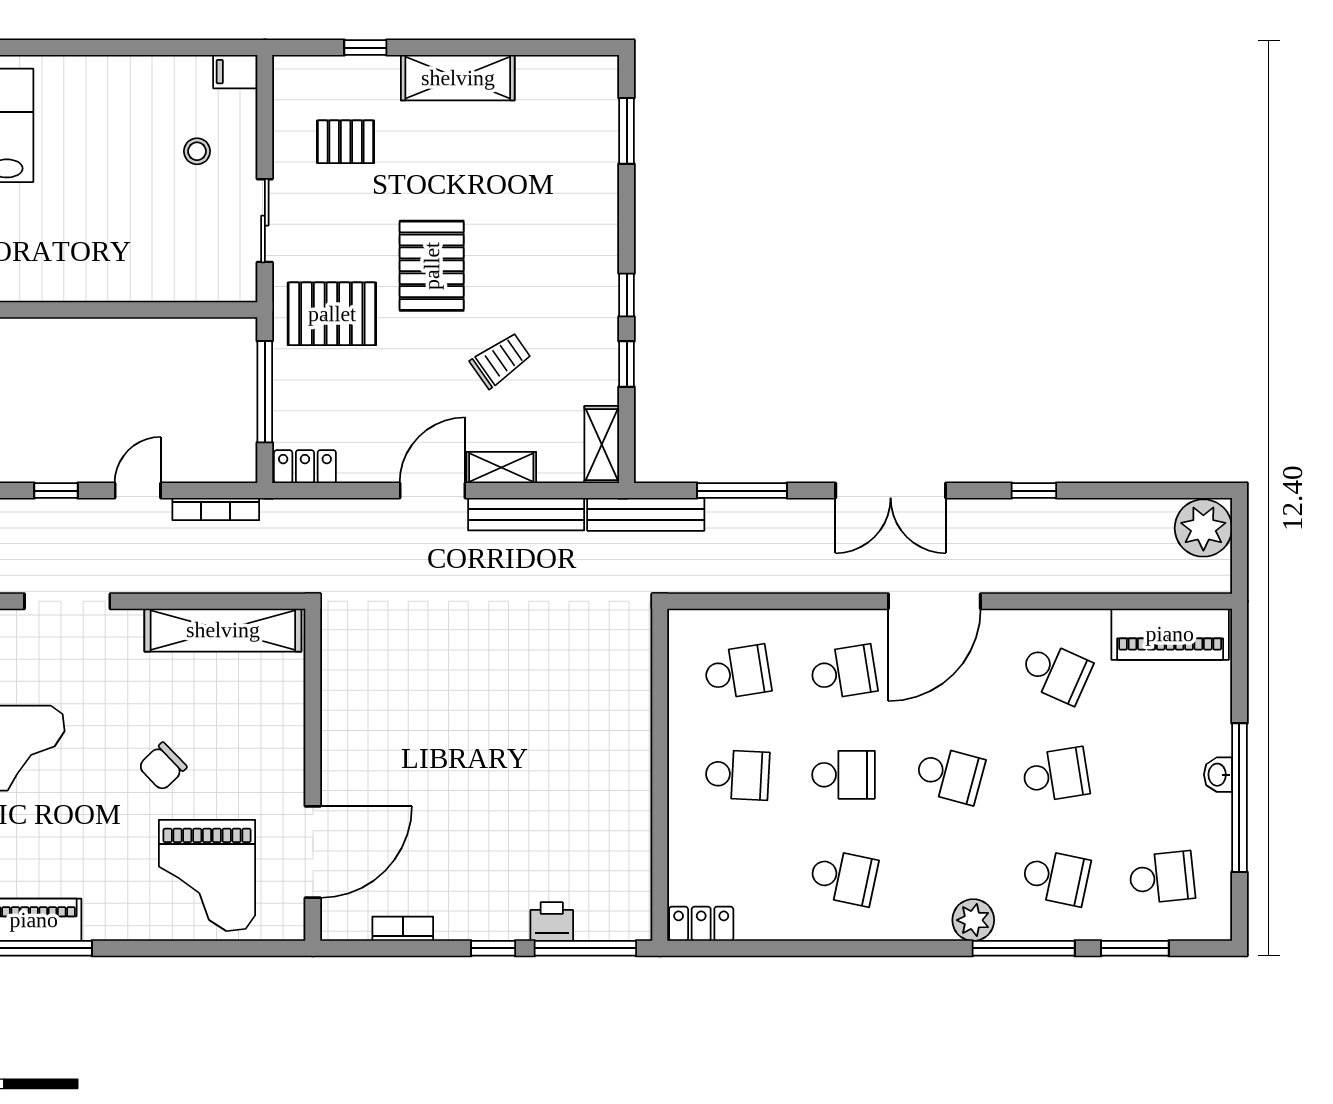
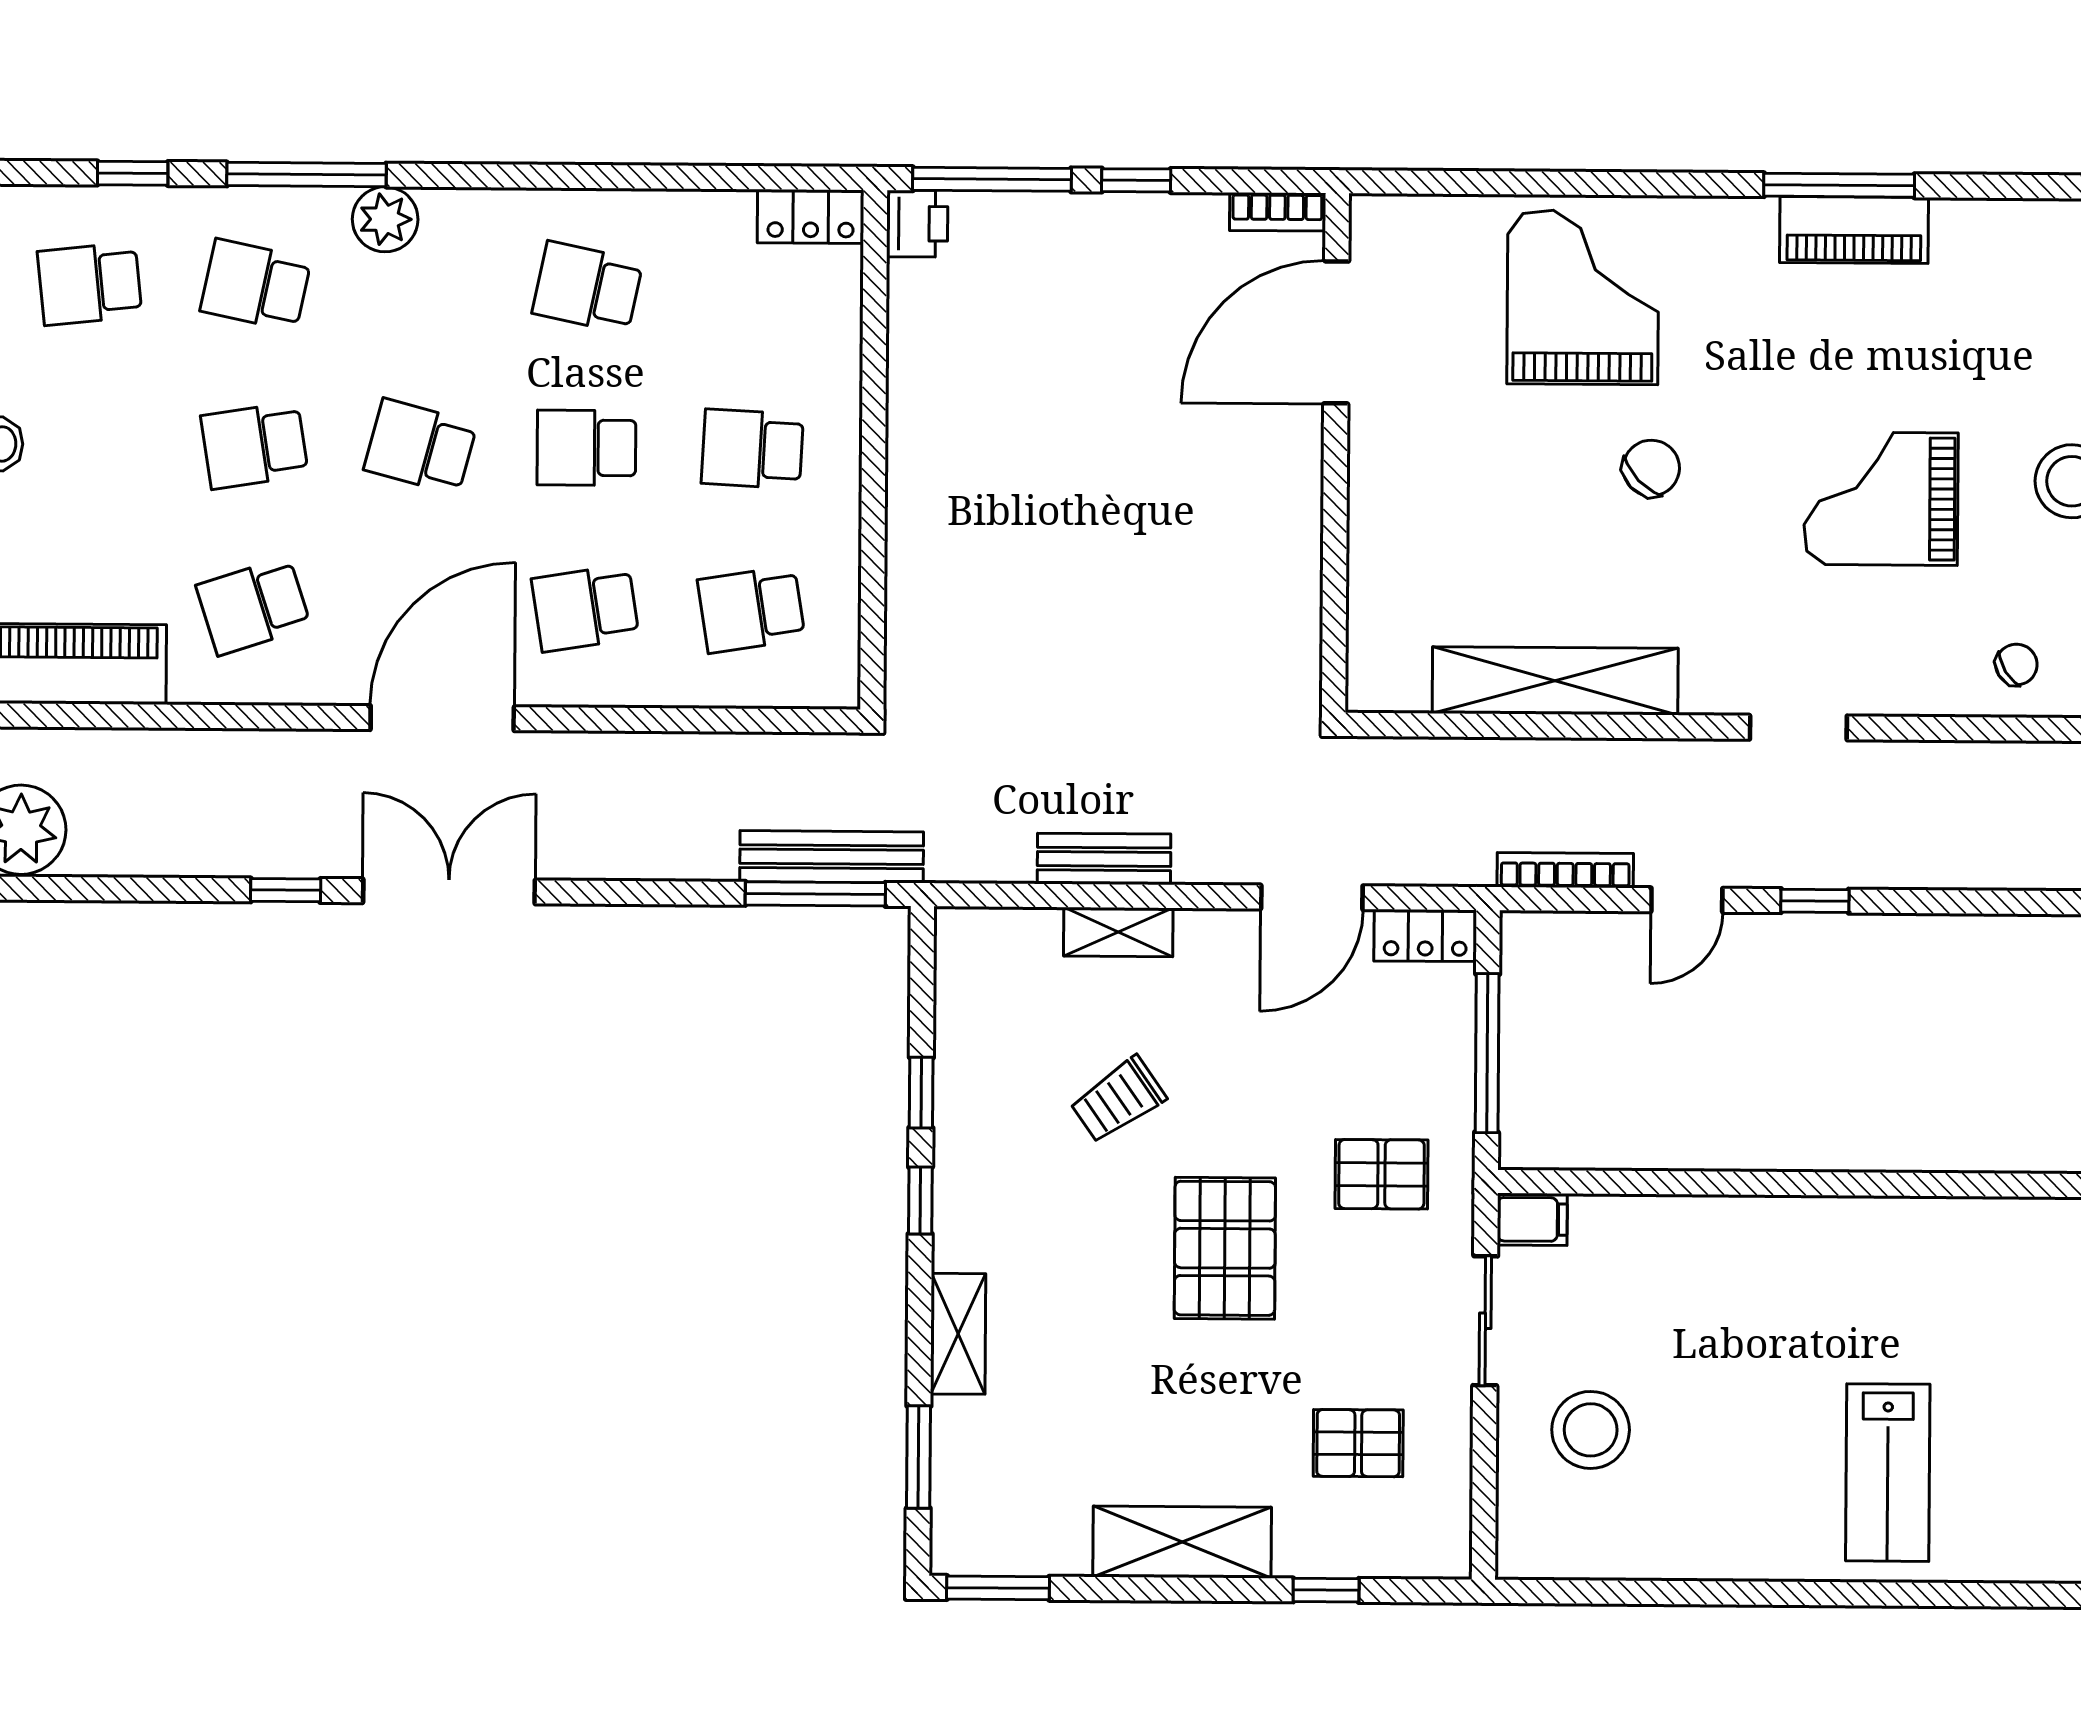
window: (575, 48) -> (998, 1588), added
filing cabinet: (235, 72) -> (1532, 1219), moved
stool: (197, 151) -> (1591, 1430), width x1.89, depth x1.89
pallet: (332, 314) -> (1381, 1174), width x0.67, depth x0.71
shelving: (602, 445) -> (958, 1334), moved
door: (432, 491) -> (1312, 897), moved
window: (742, 491) -> (815, 894), moved
double door: (891, 491) -> (449, 891), moved
bench: (526, 514) -> (1104, 859), width x0.73
bench: (646, 514) -> (832, 857), moved
doorway: (67, 601) -> (1798, 728), width x0.73
school desk: (1056, 672) -> (253, 606), turned -42
wall: (313, 775) -> (1335, 453), moved
door: (313, 852) -> (1336, 332), moved
printer: (552, 922) -> (917, 224), moved, turned -90
window: (1135, 948) -> (133, 173), width x0.67

